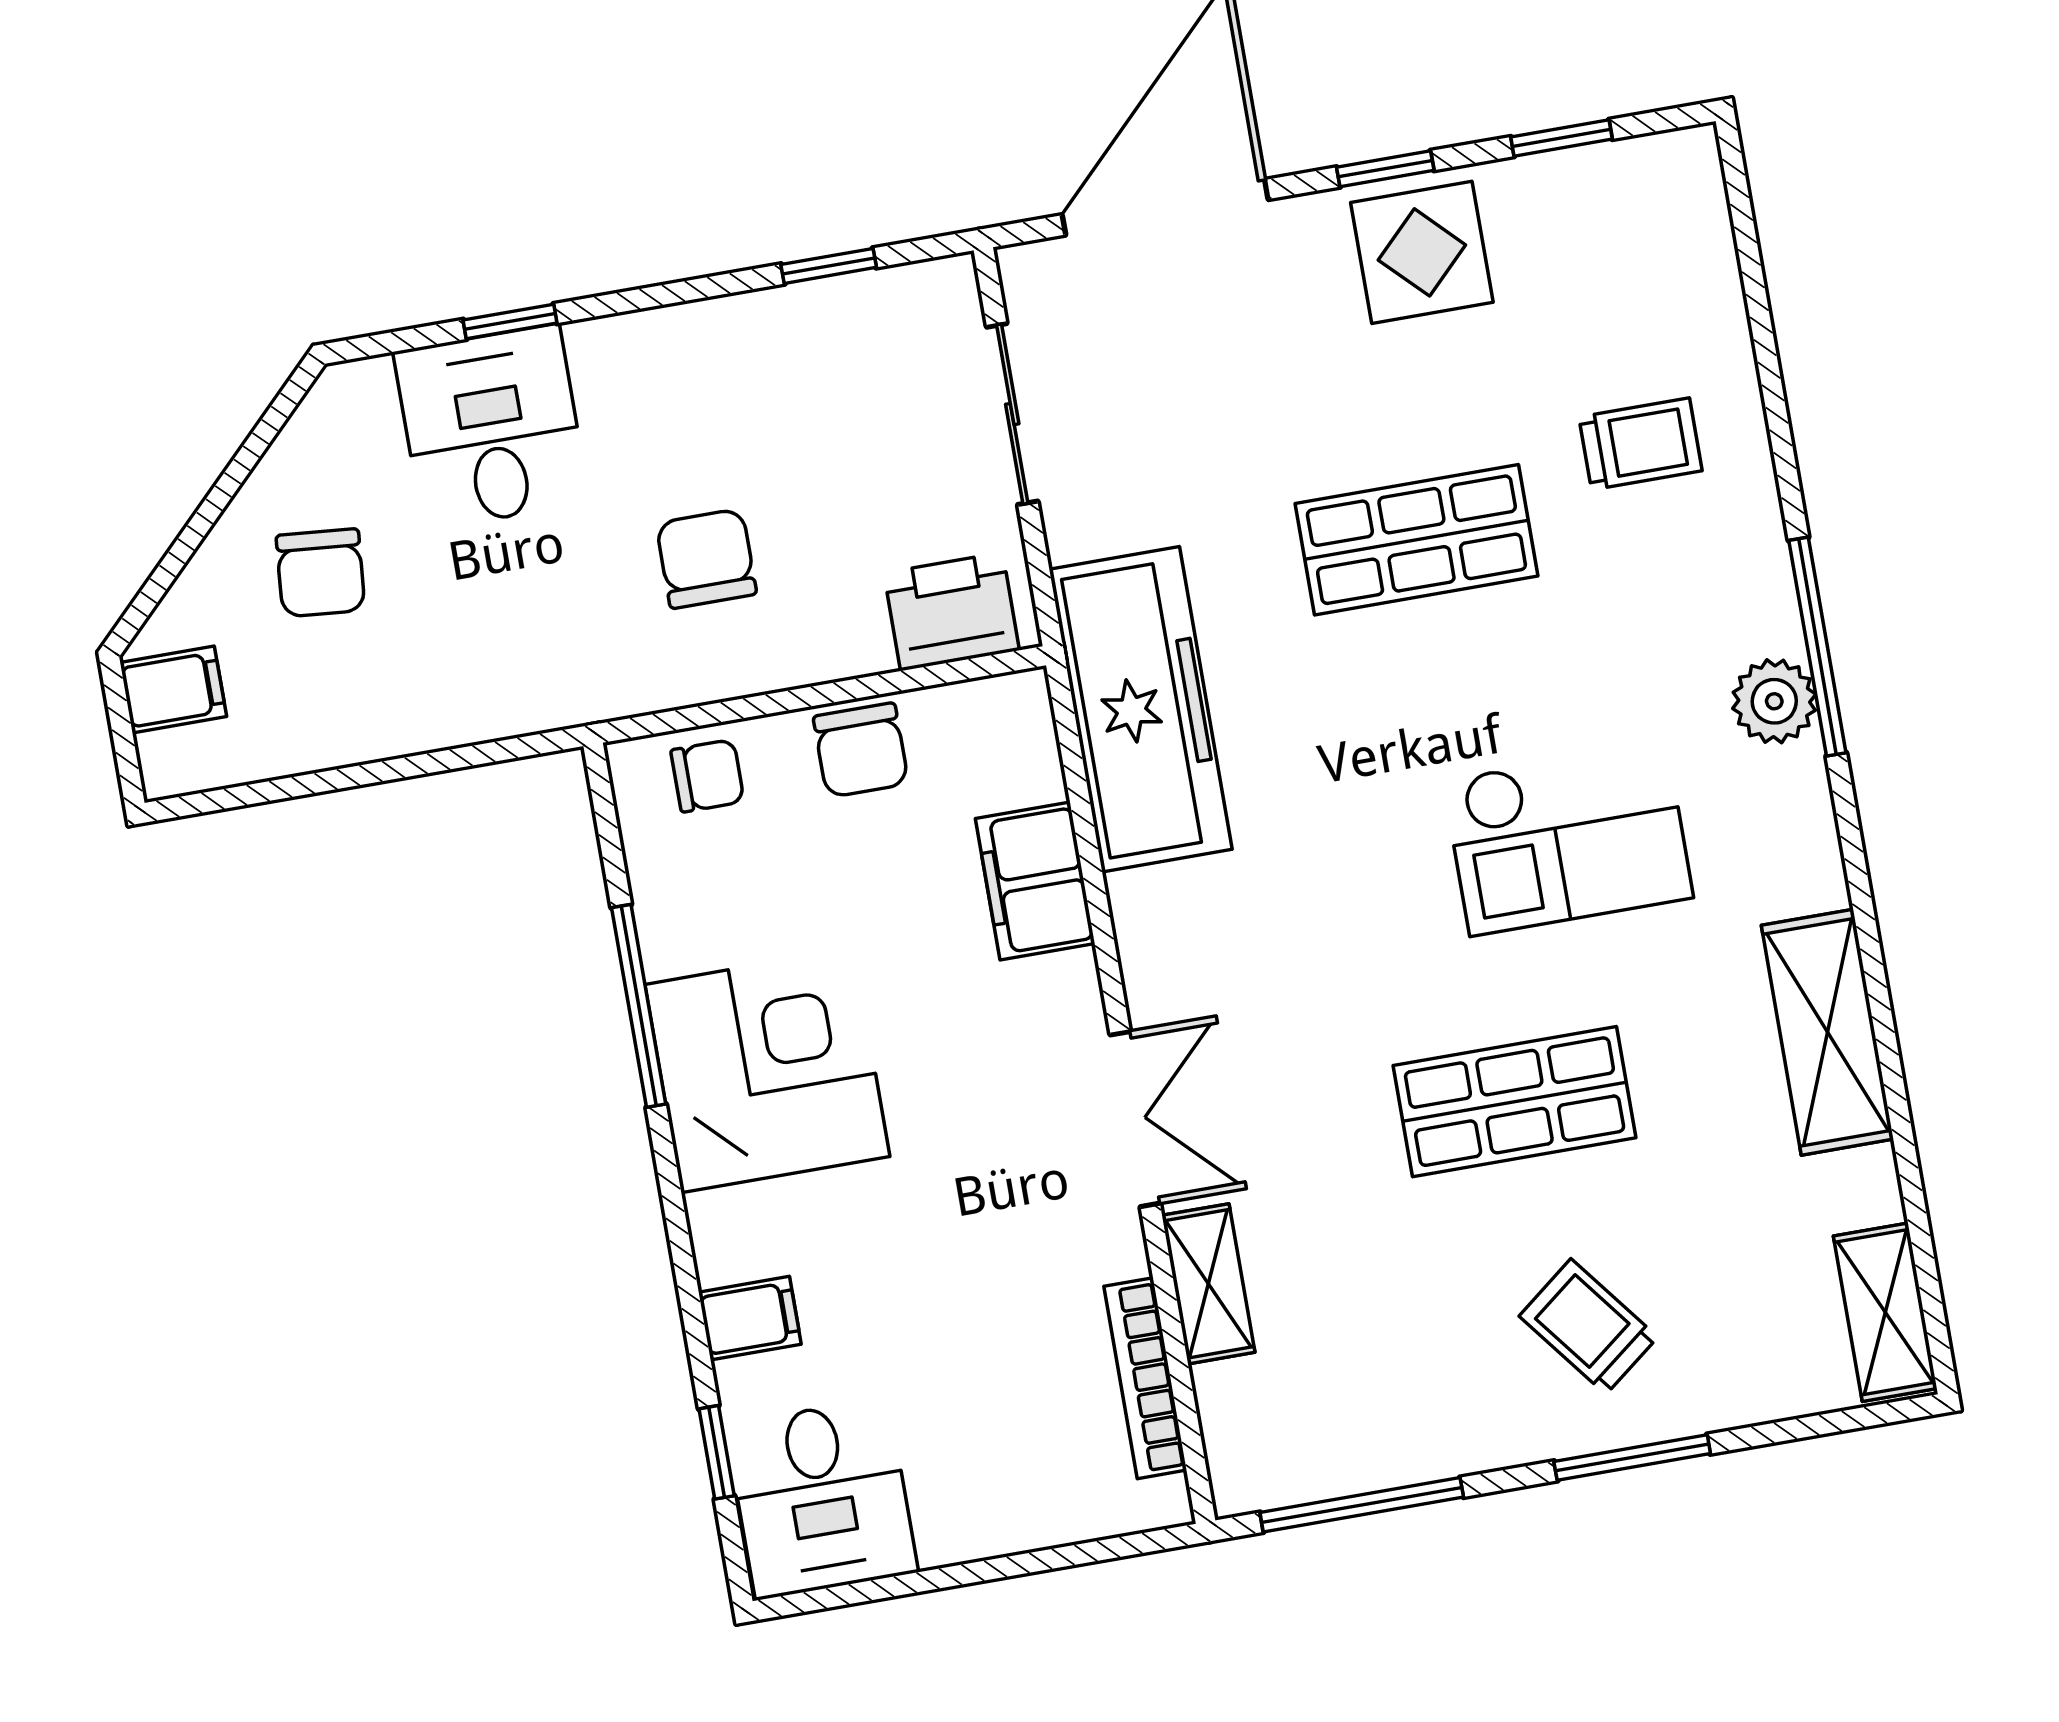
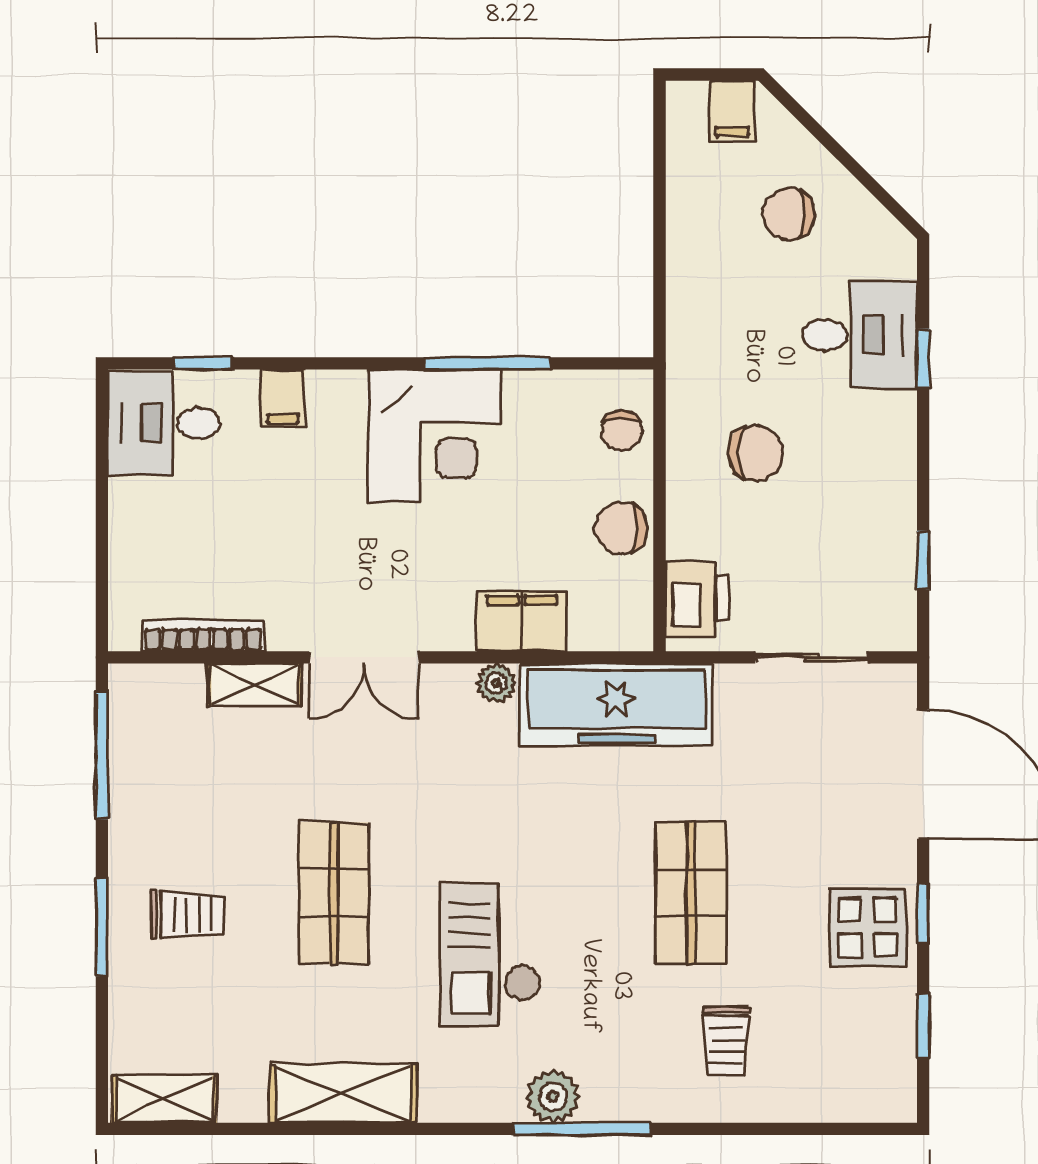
plant: (1139, 904) -> (496, 683), added
trolley: (1588, 1327) -> (187, 914), turned 38

